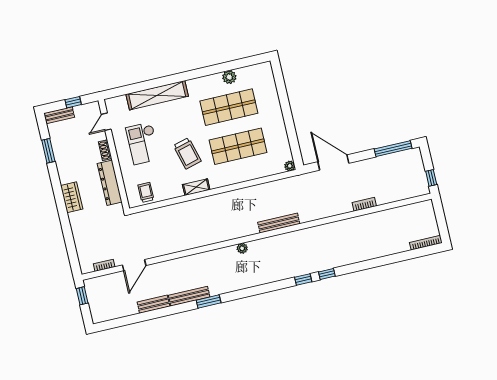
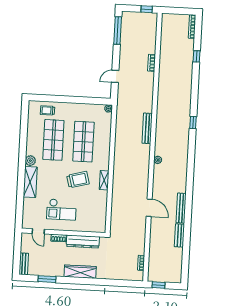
plant: (229, 77) -> (30, 161), moved
shelving: (157, 95) -> (30, 182), width x0.68
window: (73, 102) -> (17, 251), removed
door: (333, 163) -> (115, 76), width x0.53
trolley: (146, 192) -> (48, 110), moved
wardrobe: (72, 197) -> (80, 272), width x1.50
door: (134, 265) -> (149, 208), moved
window: (327, 274) -> (197, 56), moved
window: (209, 301) -> (189, 195), removed

